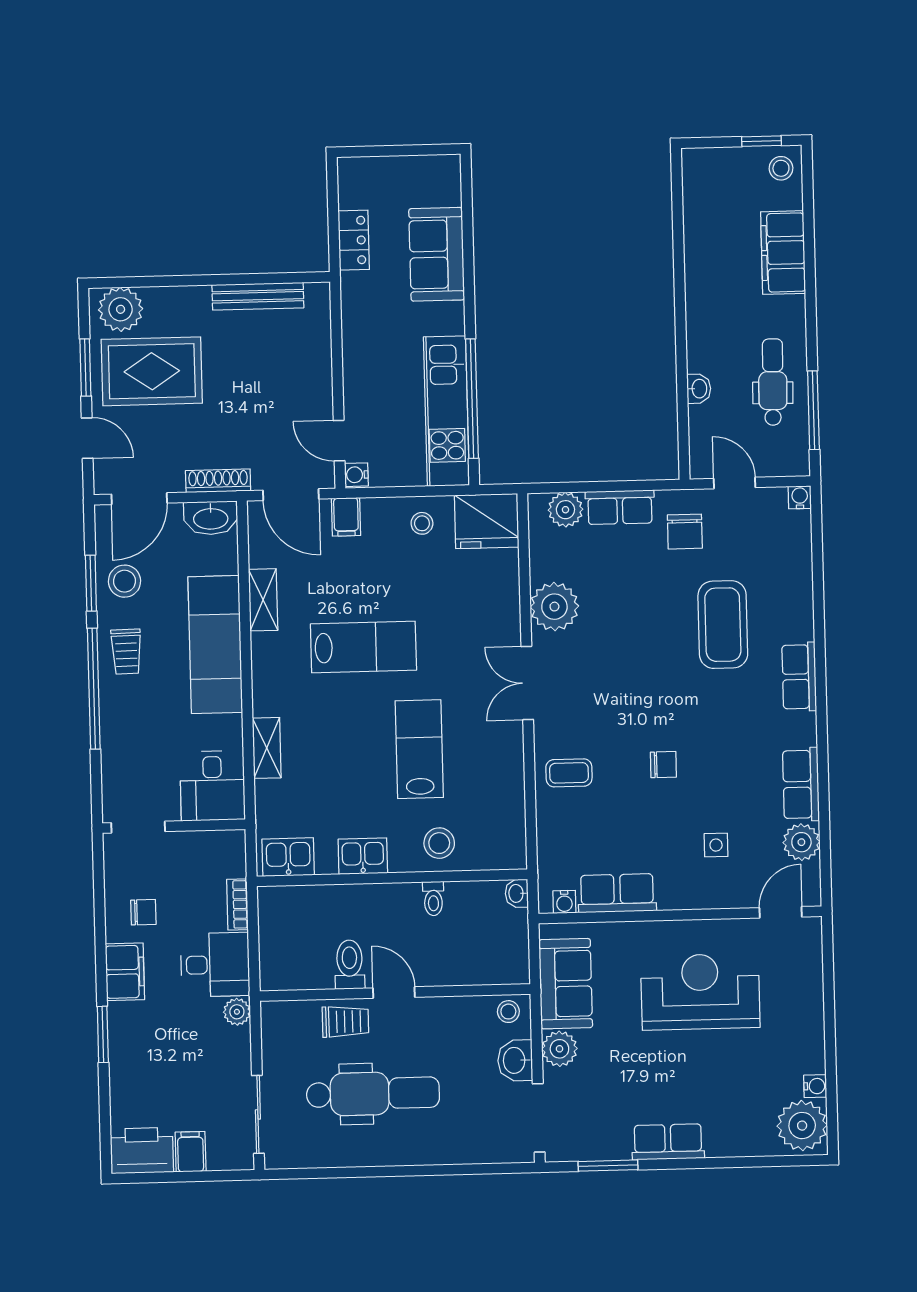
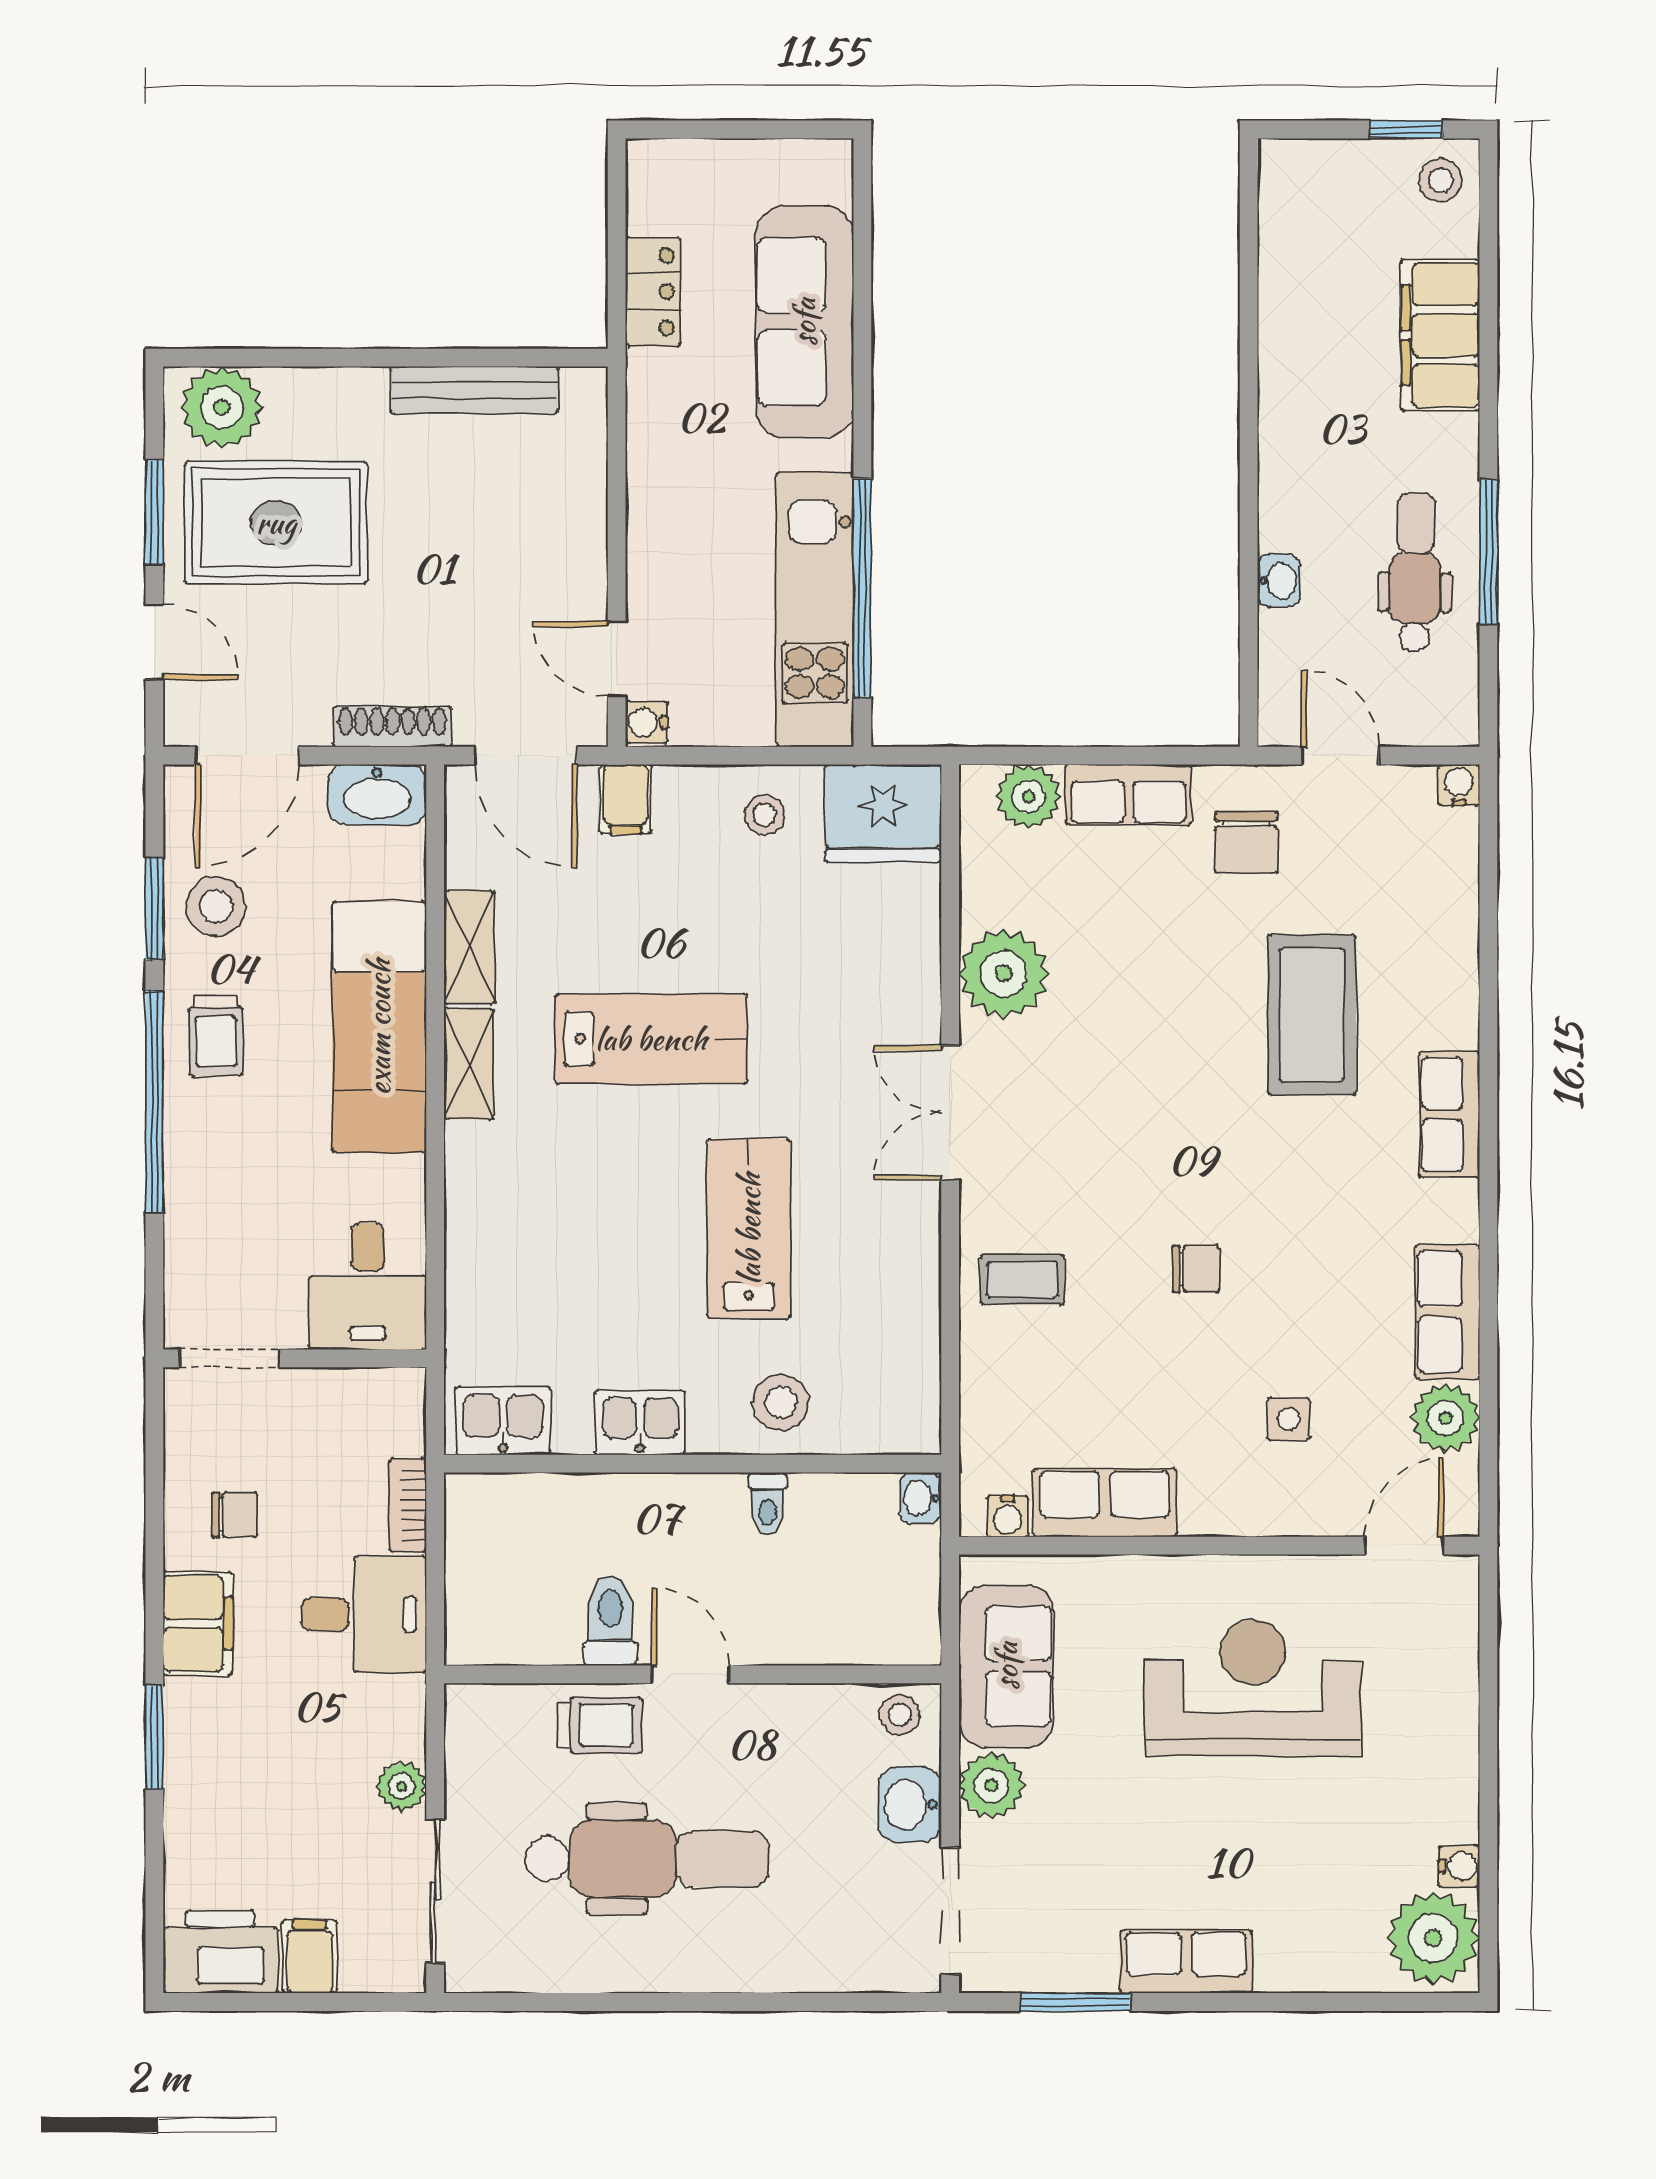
sofa: (437, 254) -> (804, 322), width x1.36
window: (813, 410) -> (1488, 552), moved
shelving: (267, 748) -> (469, 1064), moved
plant: (237, 1012) -> (402, 1786), moved

